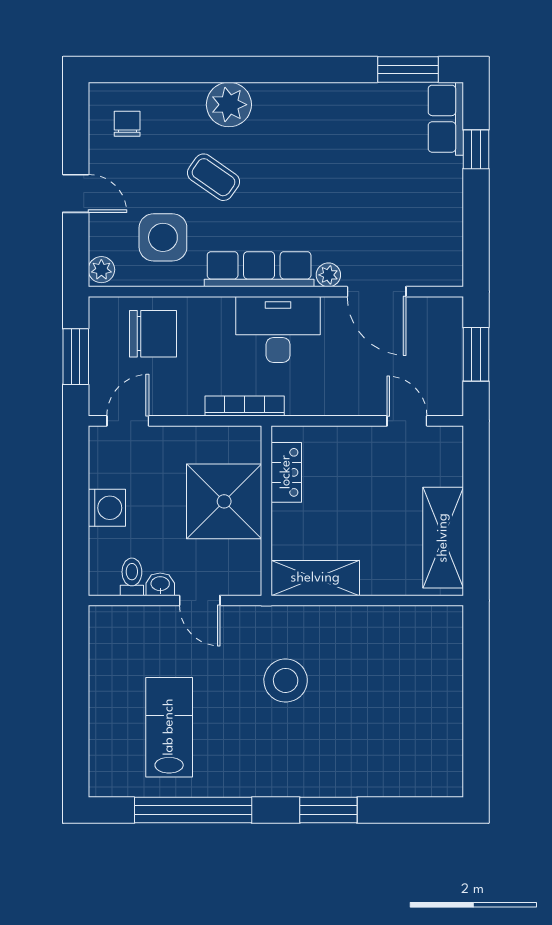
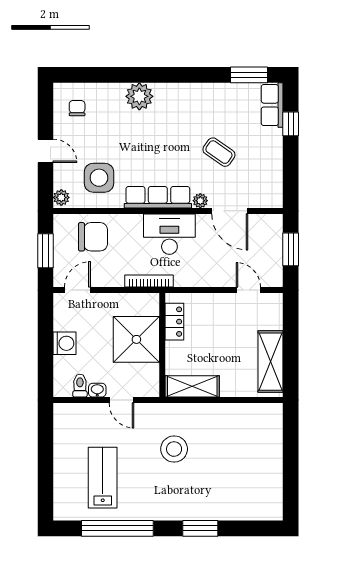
coffee table: (214, 177) -> (219, 152), moved

